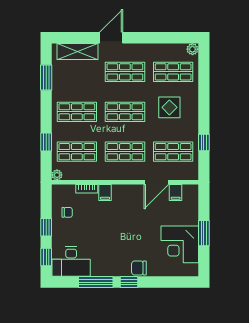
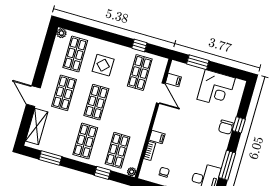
shop shelf: (125, 152) -> (129, 111), removed
window: (204, 233) -> (198, 62), moved
window: (129, 282) -> (239, 125), moved

